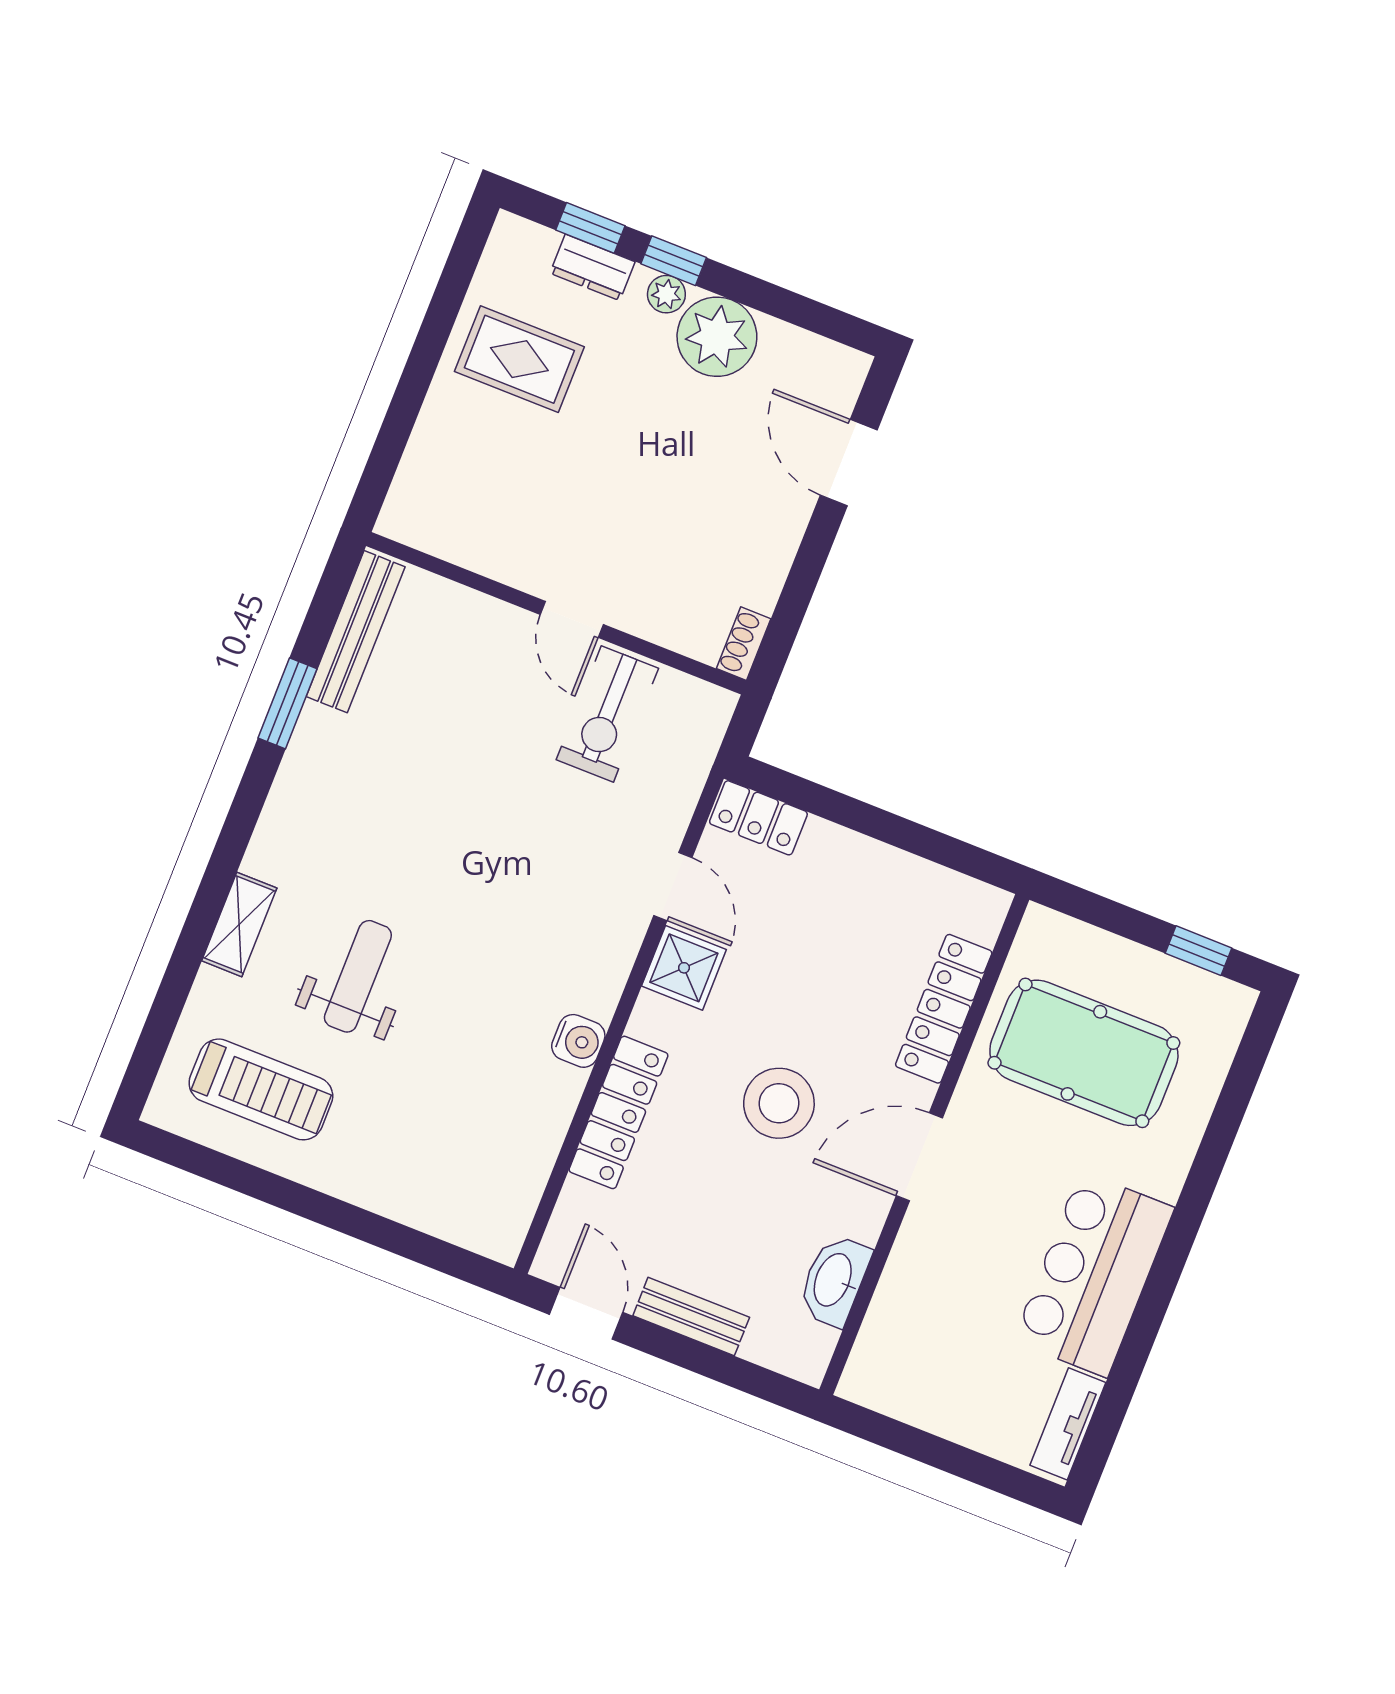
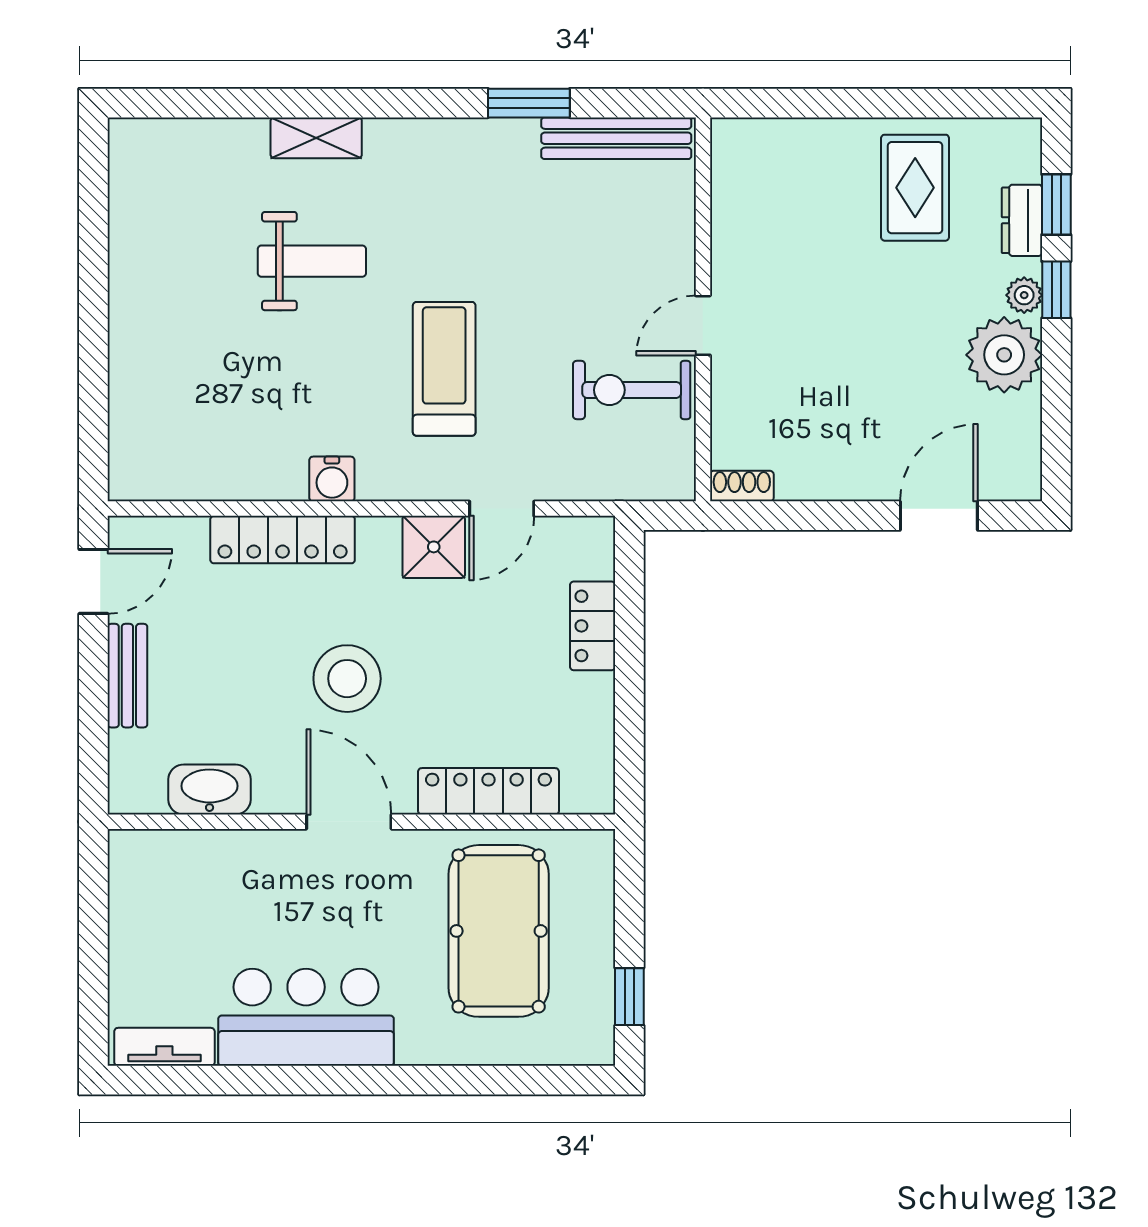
locker: (758, 818) -> (593, 626), moved
treadmill: (261, 1089) -> (444, 369), moved, turned 180

